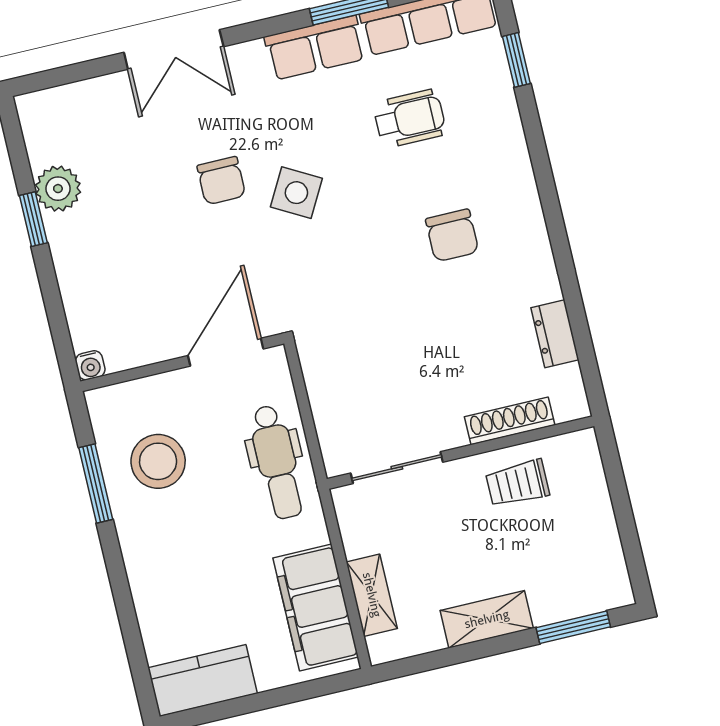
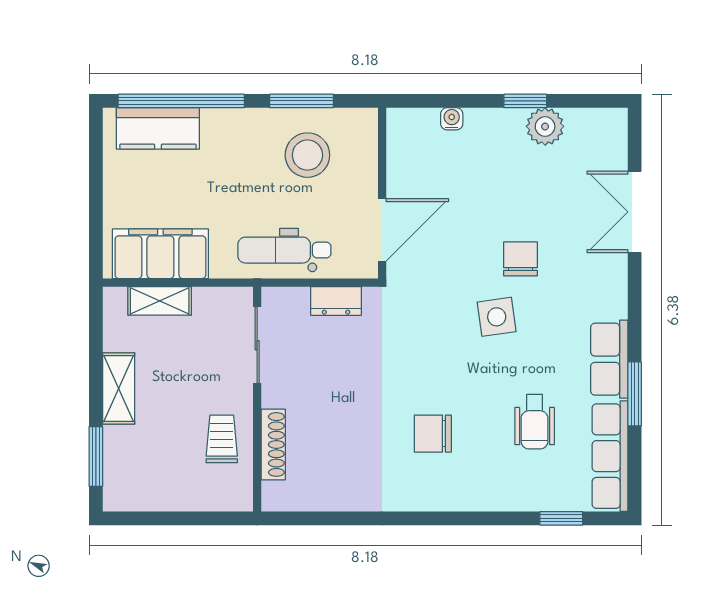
double door: (174, 49) -> (635, 212), moved
chair: (221, 181) -> (520, 259), turned 90
side table: (296, 193) -> (497, 317), turned -37
dresser: (555, 334) -> (336, 301), moved, turned 180
door: (226, 352) -> (382, 230), hinge flipped
water cooler: (90, 365) -> (452, 119), moved, turned 90
window: (129, 626) -> (181, 101), added
kitchen counter: (203, 681) -> (158, 128), moved, turned 90

